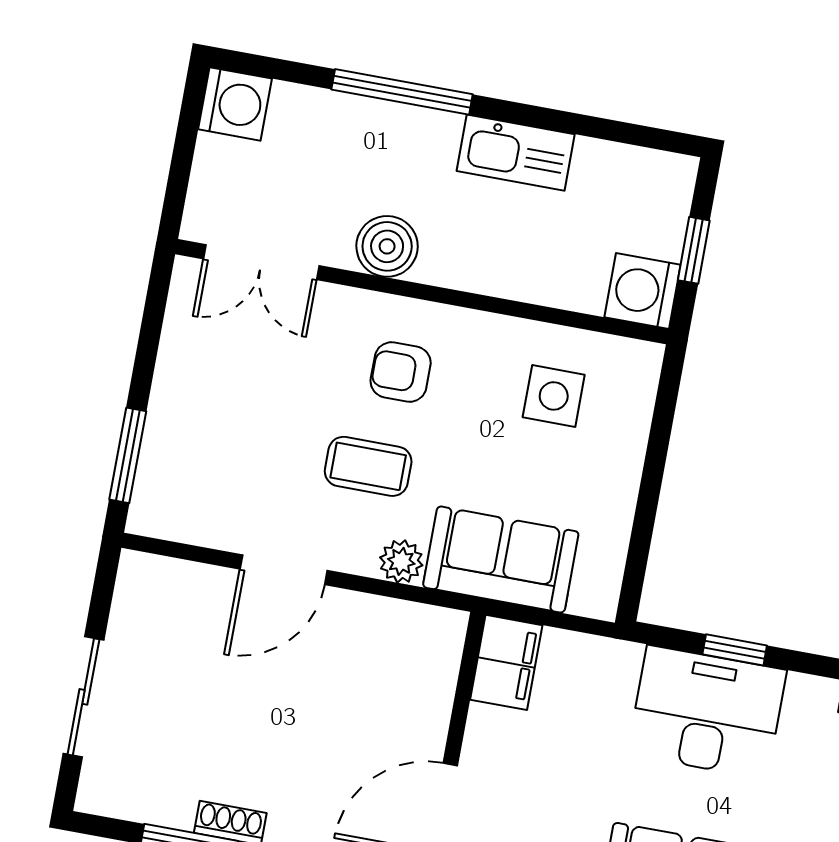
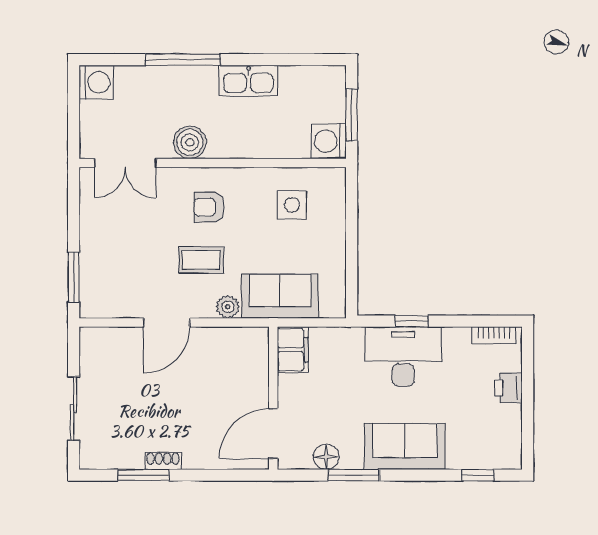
window: (694, 250) -> (352, 115), width x1.50

